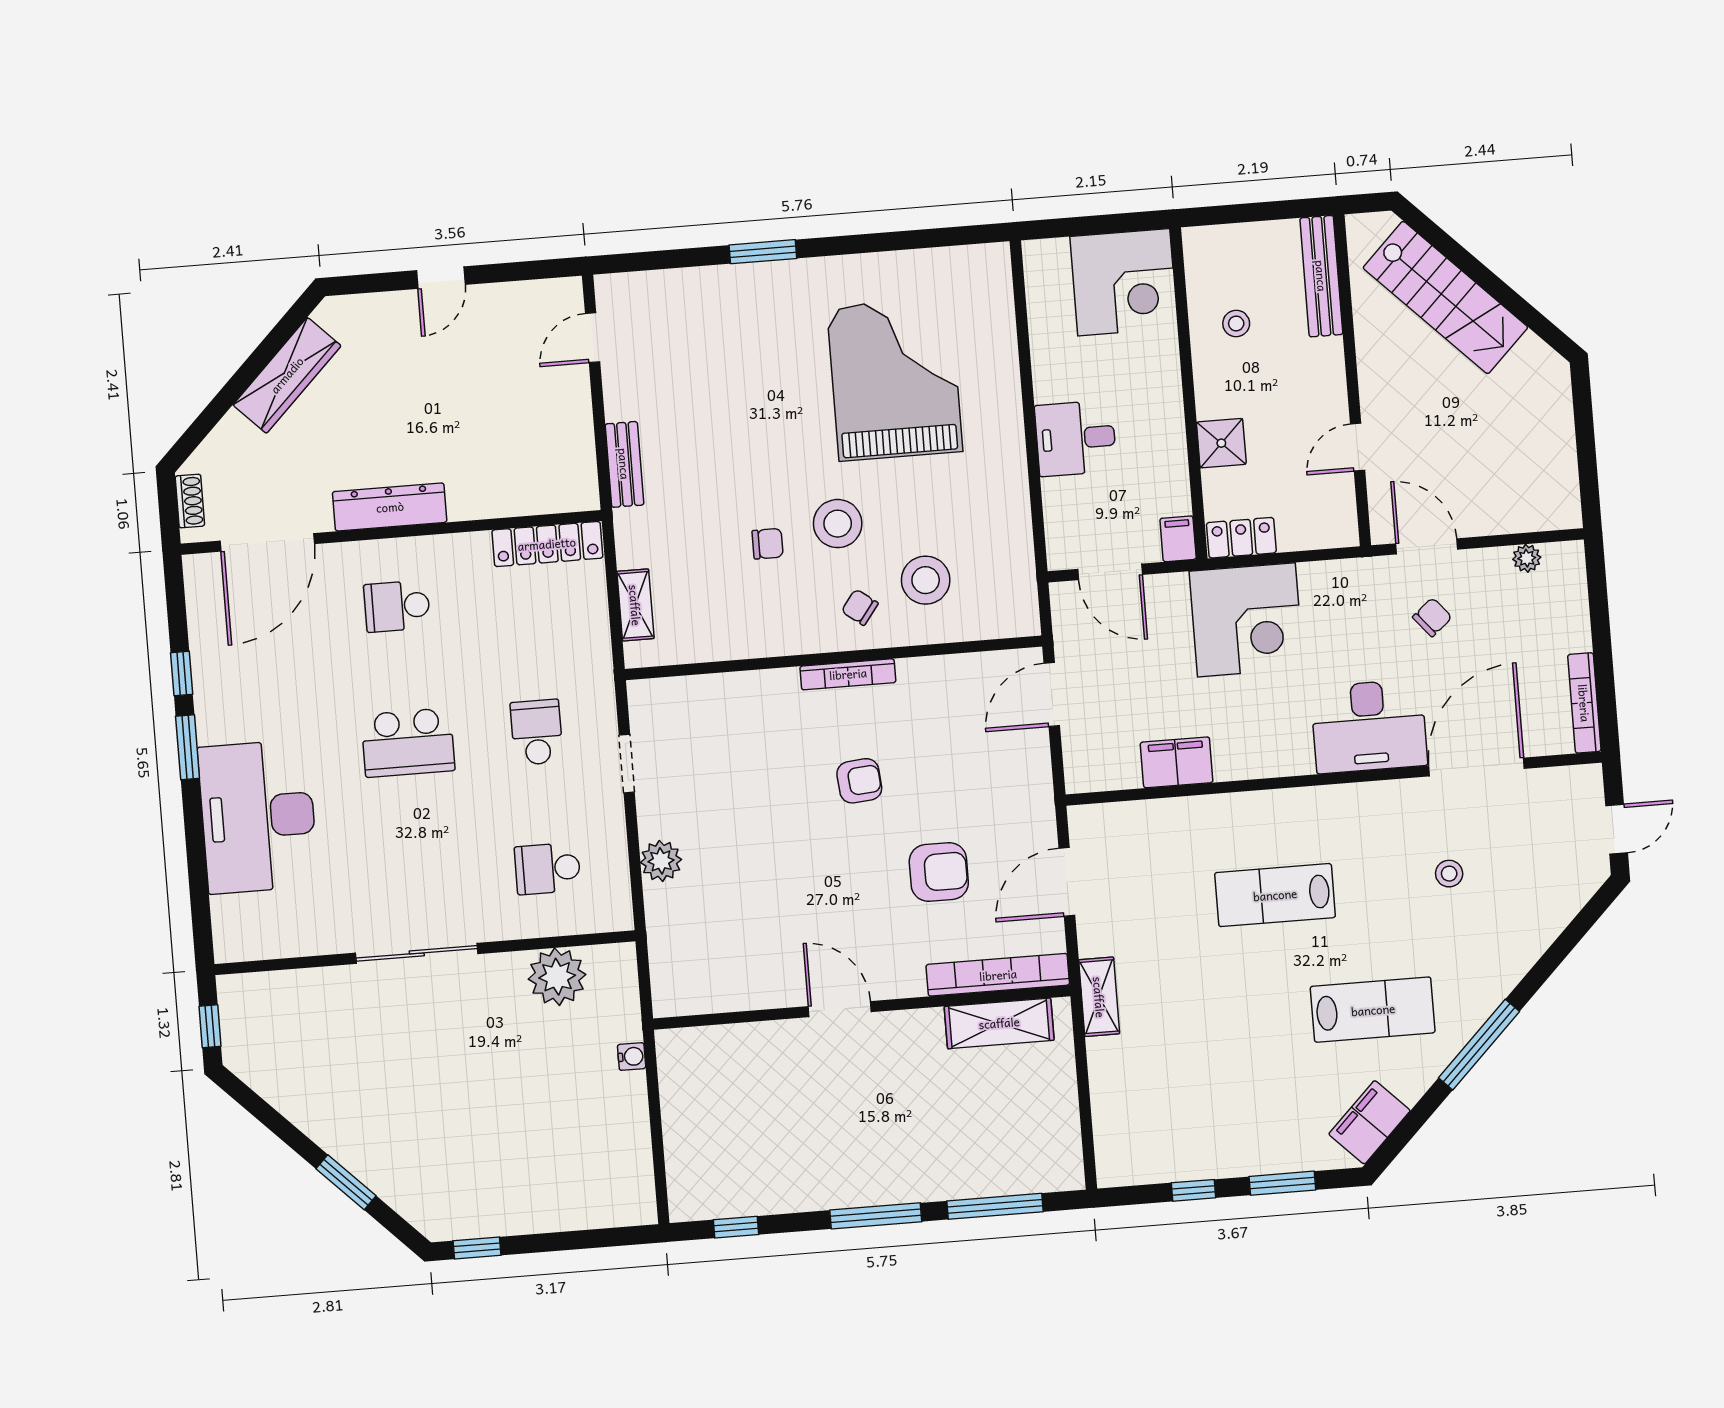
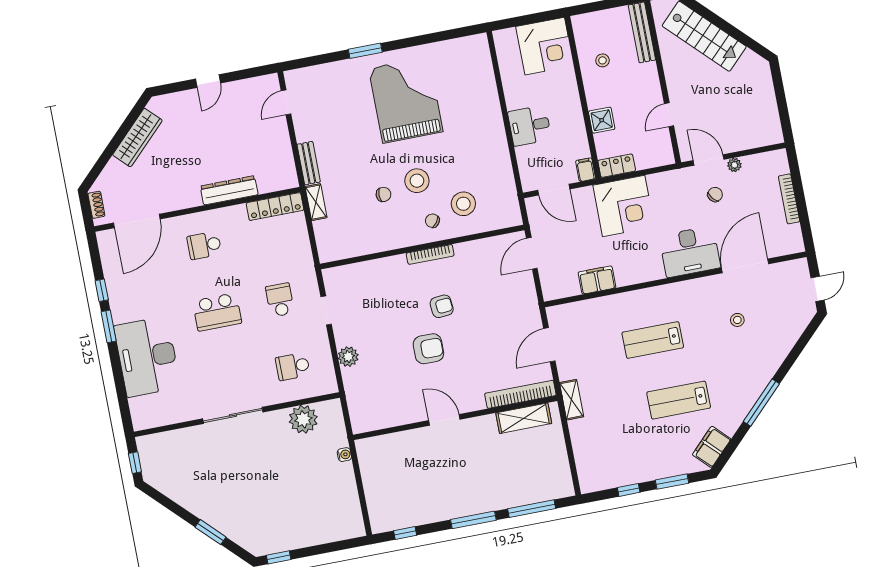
grand piano: (895, 379) -> (406, 100), moved
dresser: (390, 507) -> (229, 190), moved
plant: (1527, 558) -> (734, 165), moved
shelving: (635, 605) -> (316, 202), moved
bookcase: (1584, 703) -> (789, 199), moved
armchair: (939, 872) -> (428, 349), moved
lab bench: (1373, 1010) -> (679, 400), moved, turned 180

